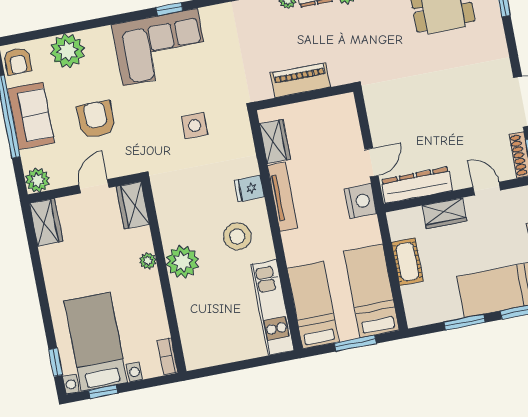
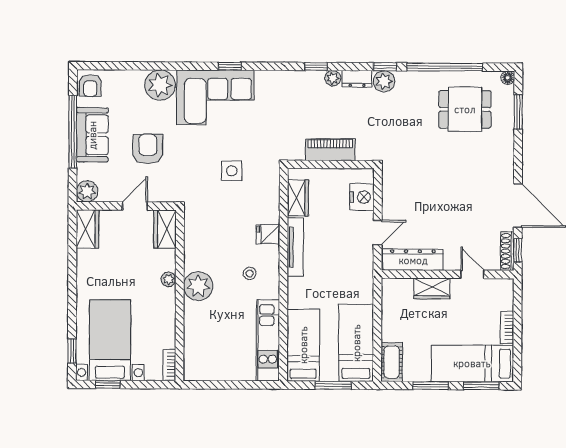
plant: (67, 51) -> (160, 85), moved
nightstand: (361, 201) -> (362, 197), moved
stool: (237, 236) -> (250, 273), width x0.53, depth x0.53
cot: (407, 262) -> (392, 362), moved

